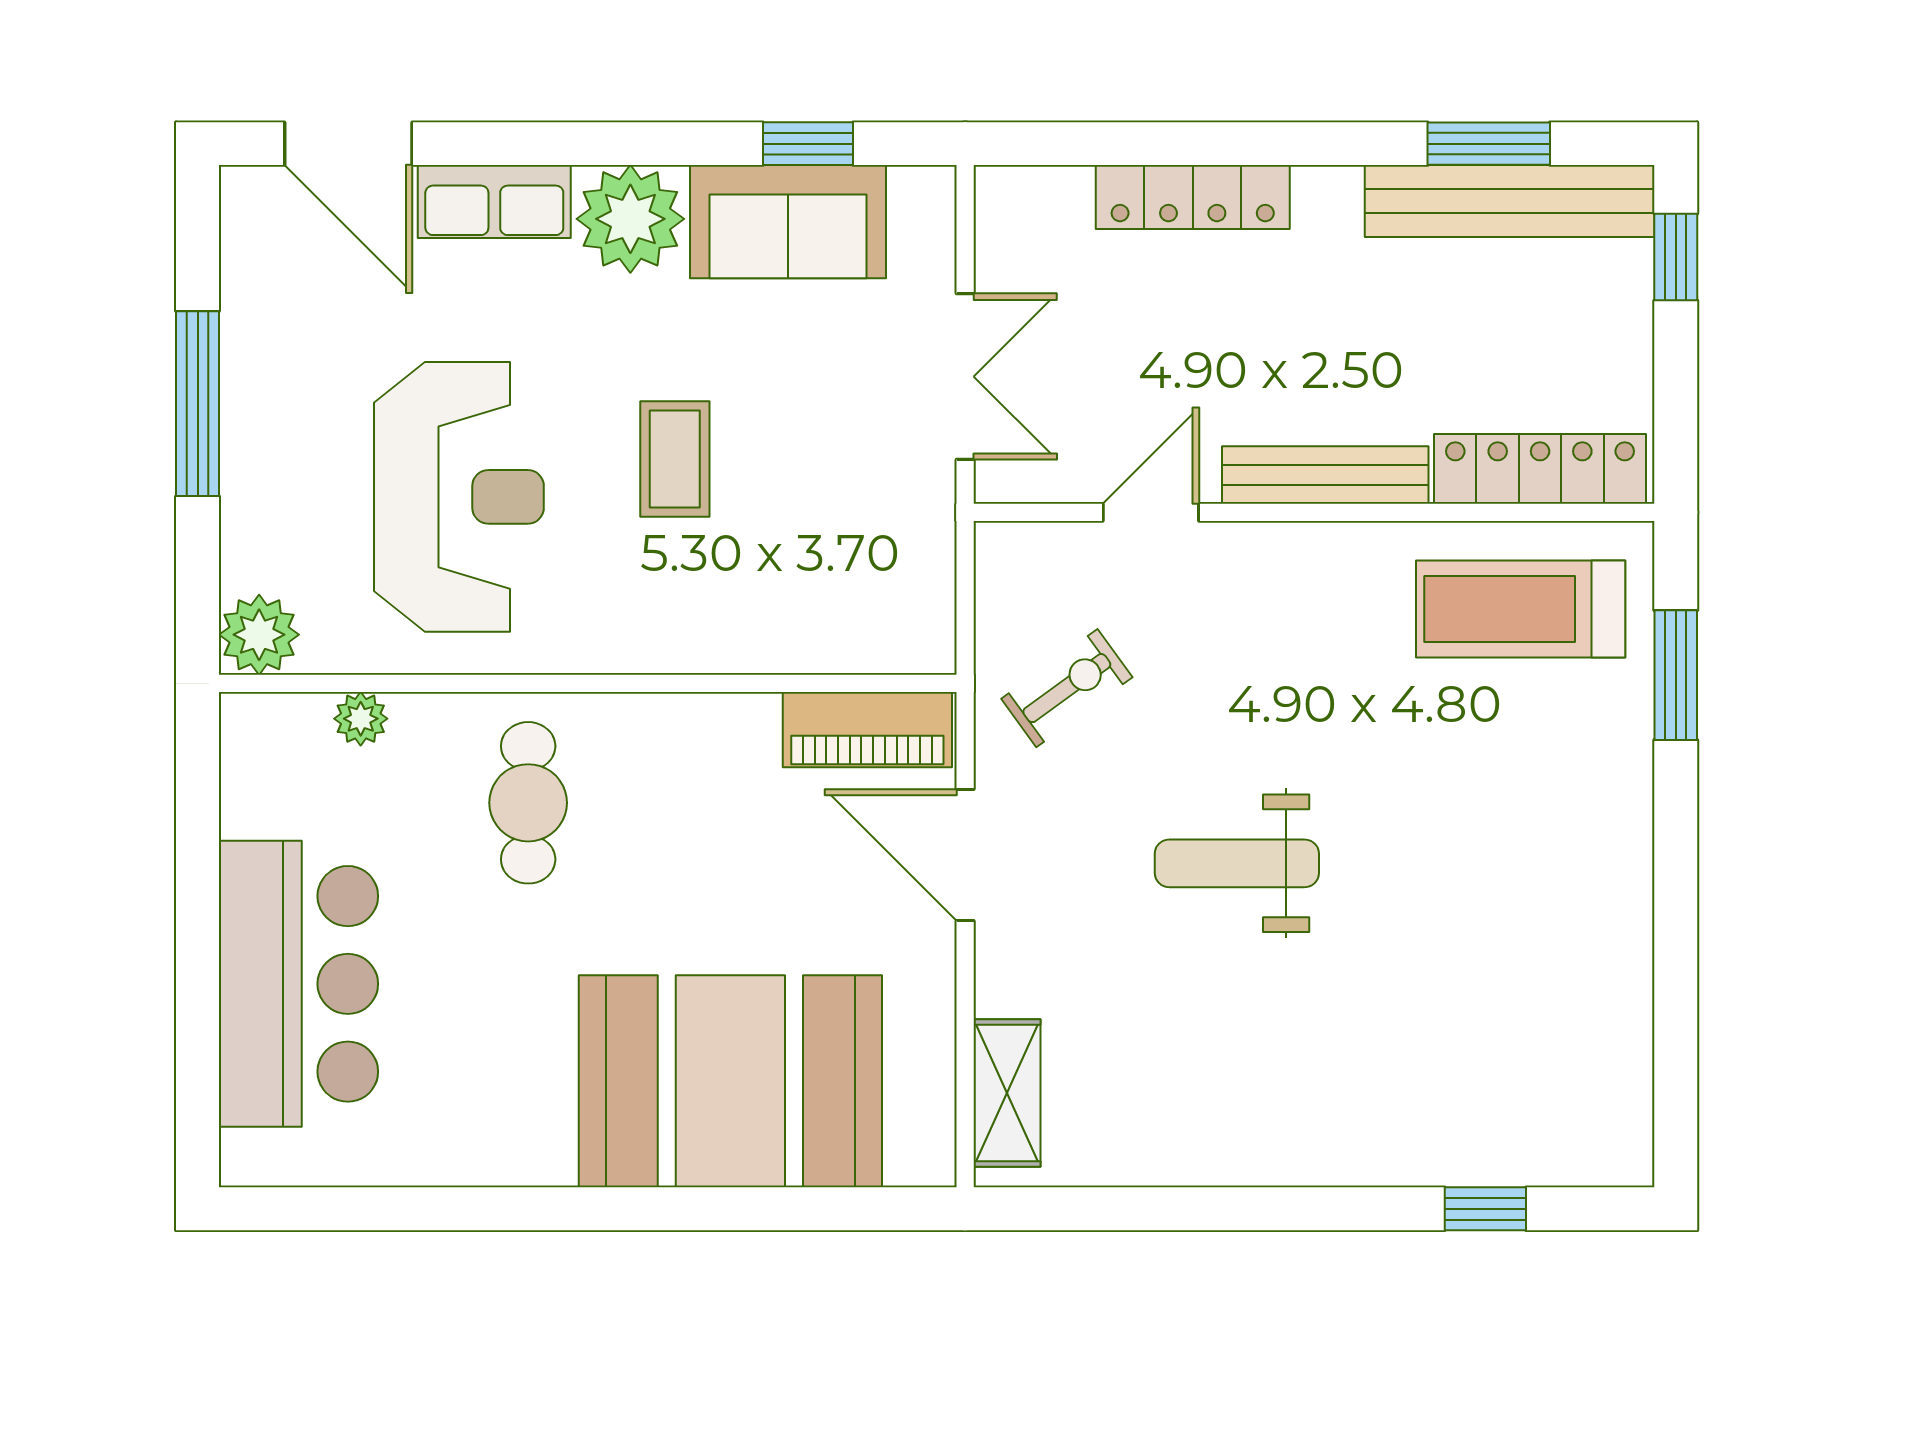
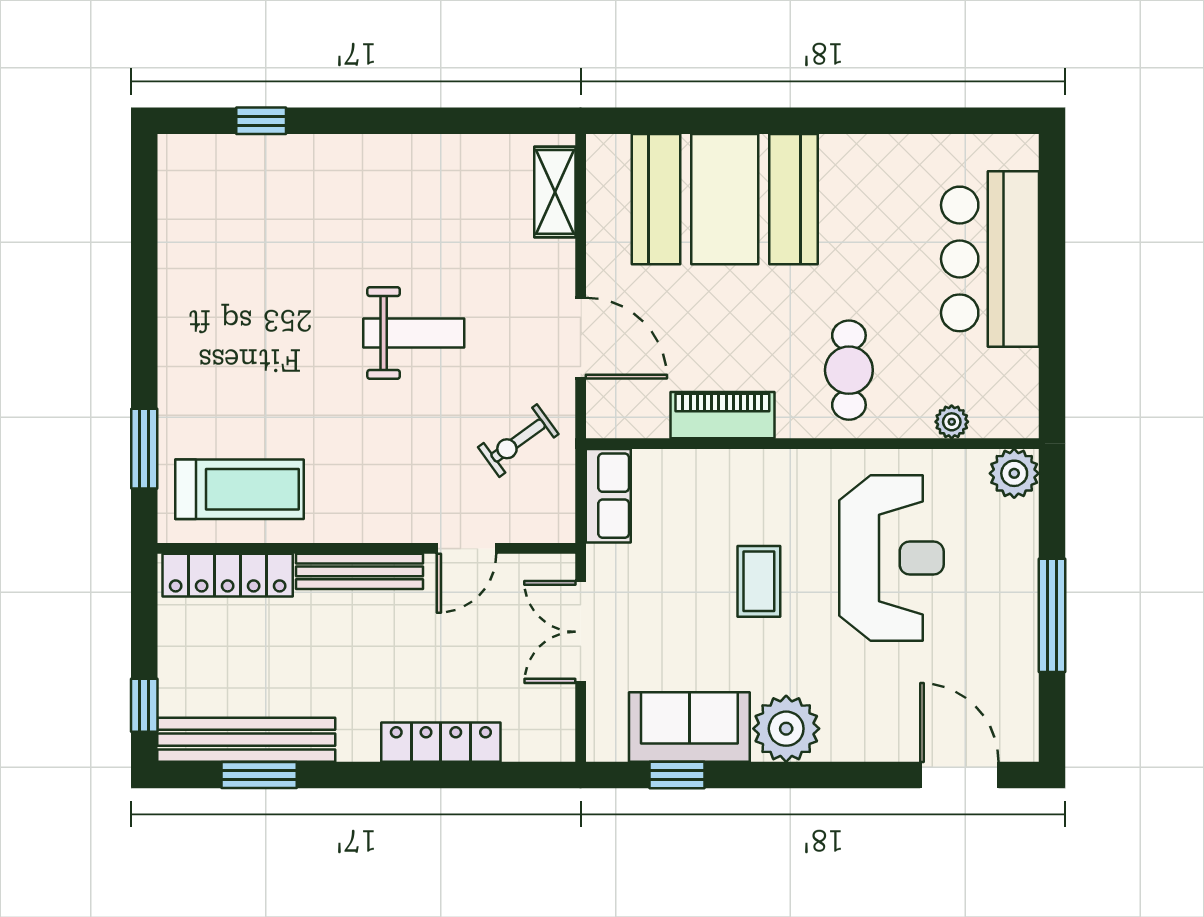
row of seats: (494, 202) -> (608, 496), moved, turned 90
reception desk: (459, 497) -> (891, 558), turned 180
piano: (867, 730) -> (722, 415), moved

